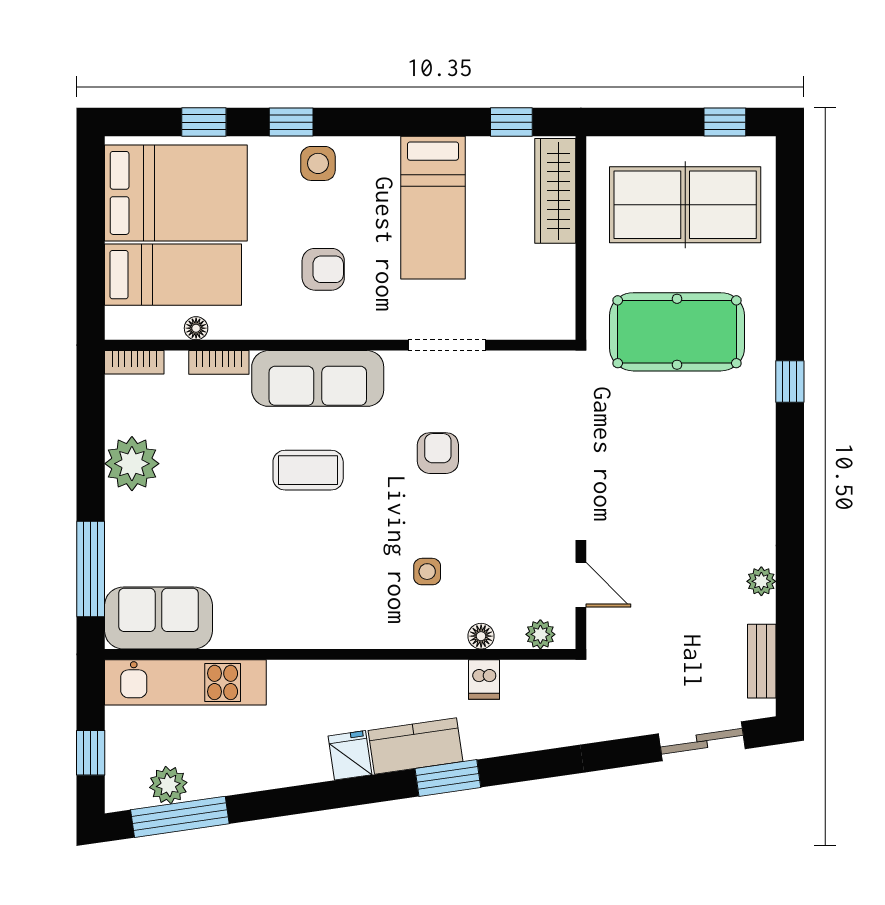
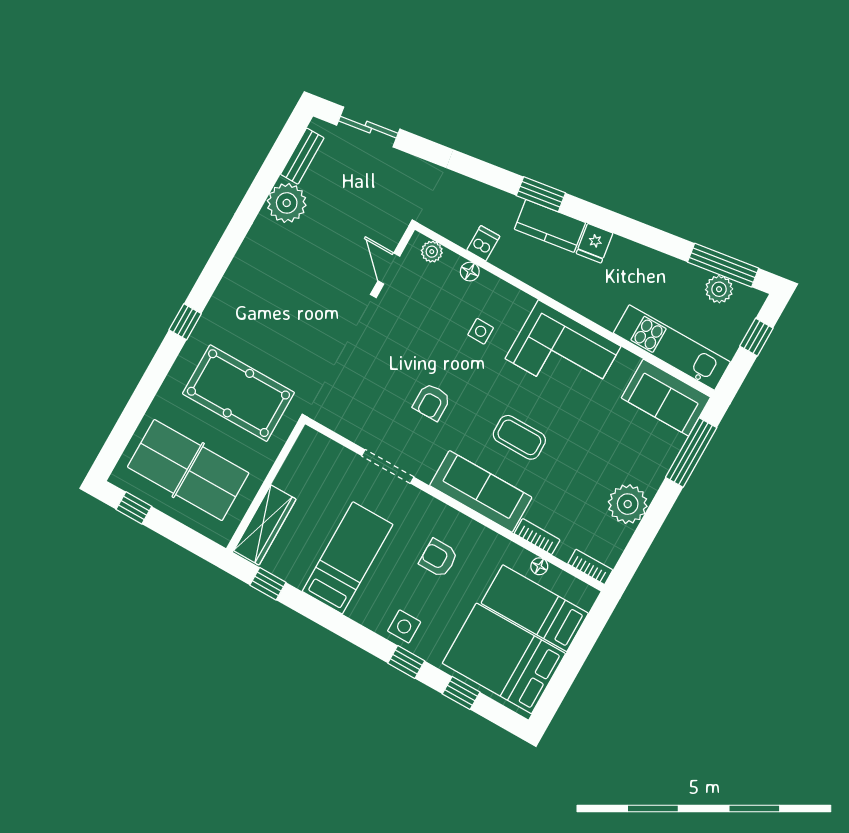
plant: (761, 581) -> (287, 203), width x1.88, depth x1.88
corner sofa: (313, 602) -> (563, 353), added

